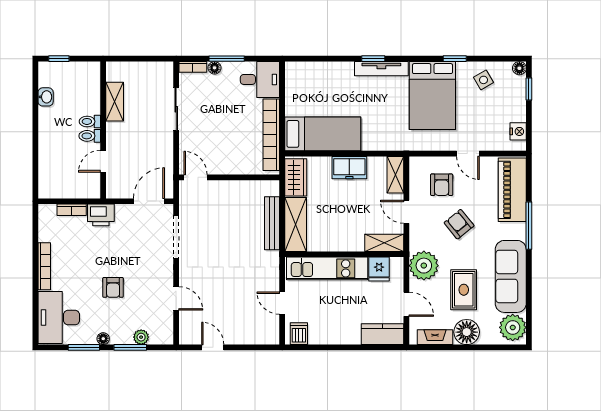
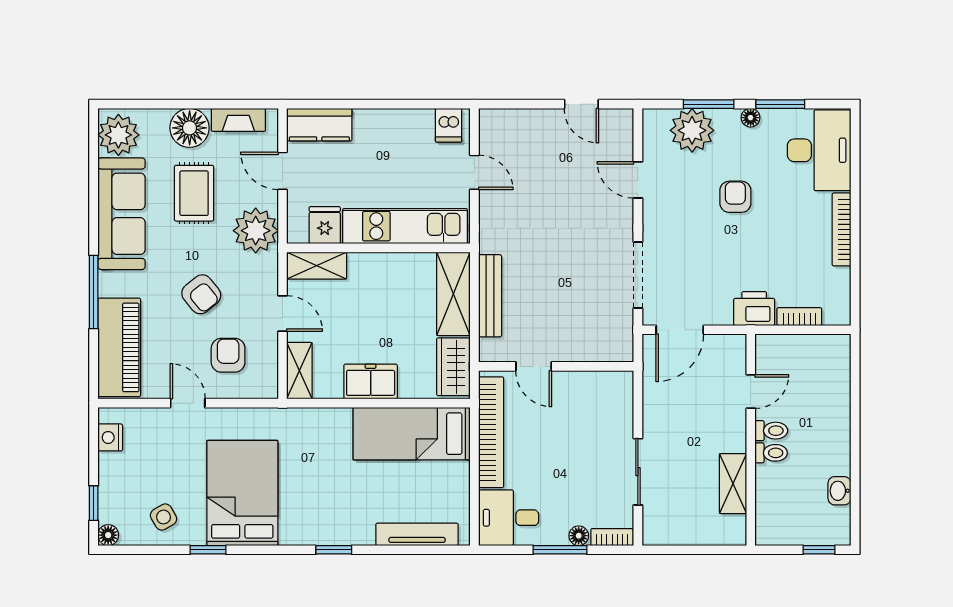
tv unit: (381, 69) -> (417, 534), moved
door: (196, 177) -> (534, 366), moved
plant: (141, 337) -> (692, 130), width x1.88, depth x1.88

